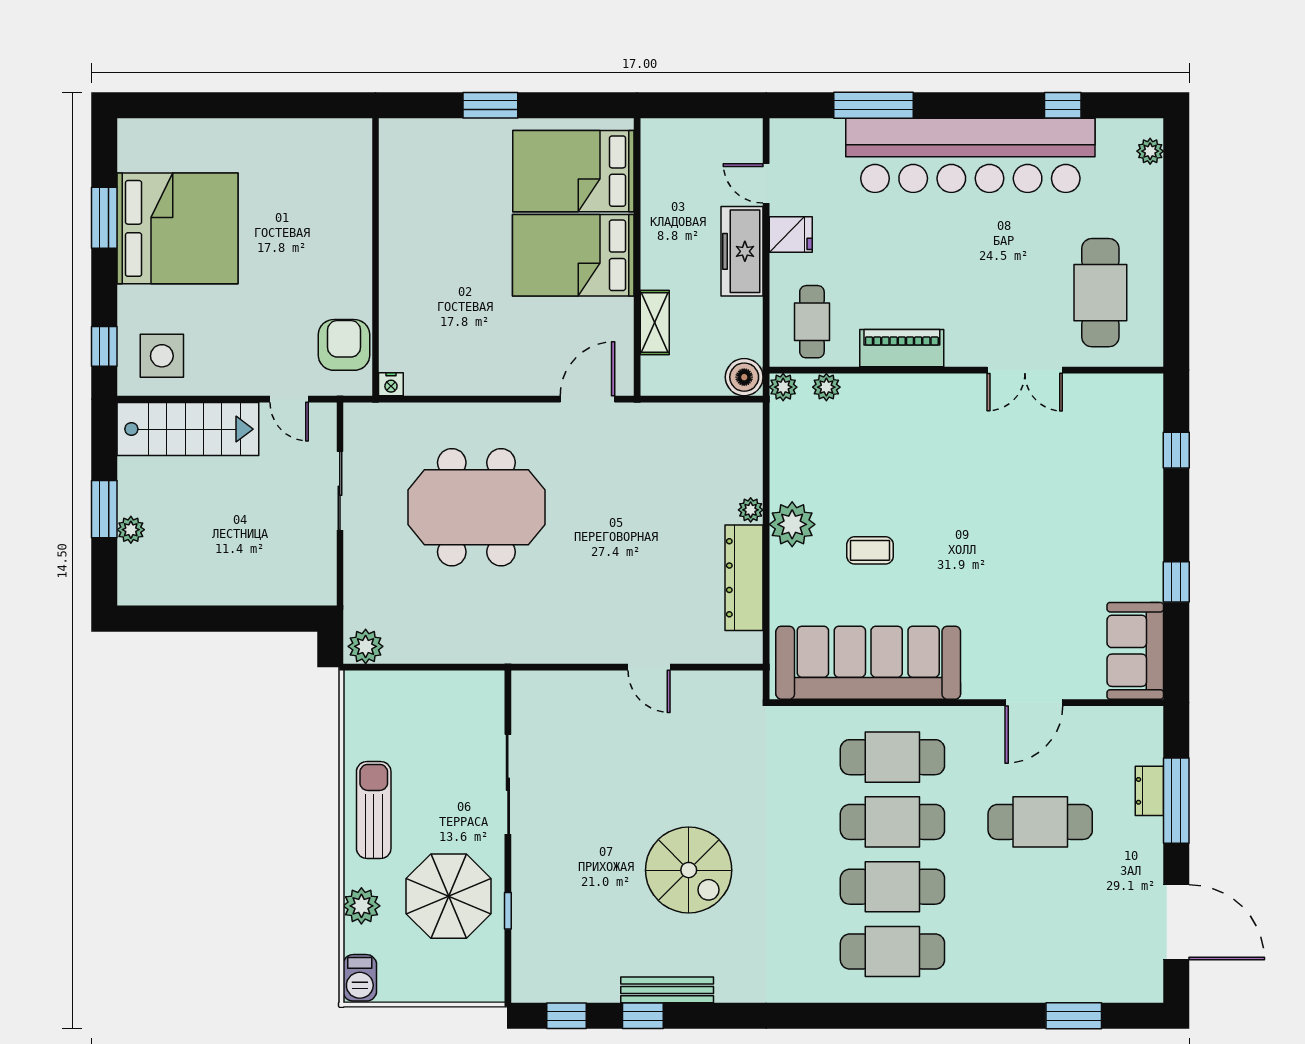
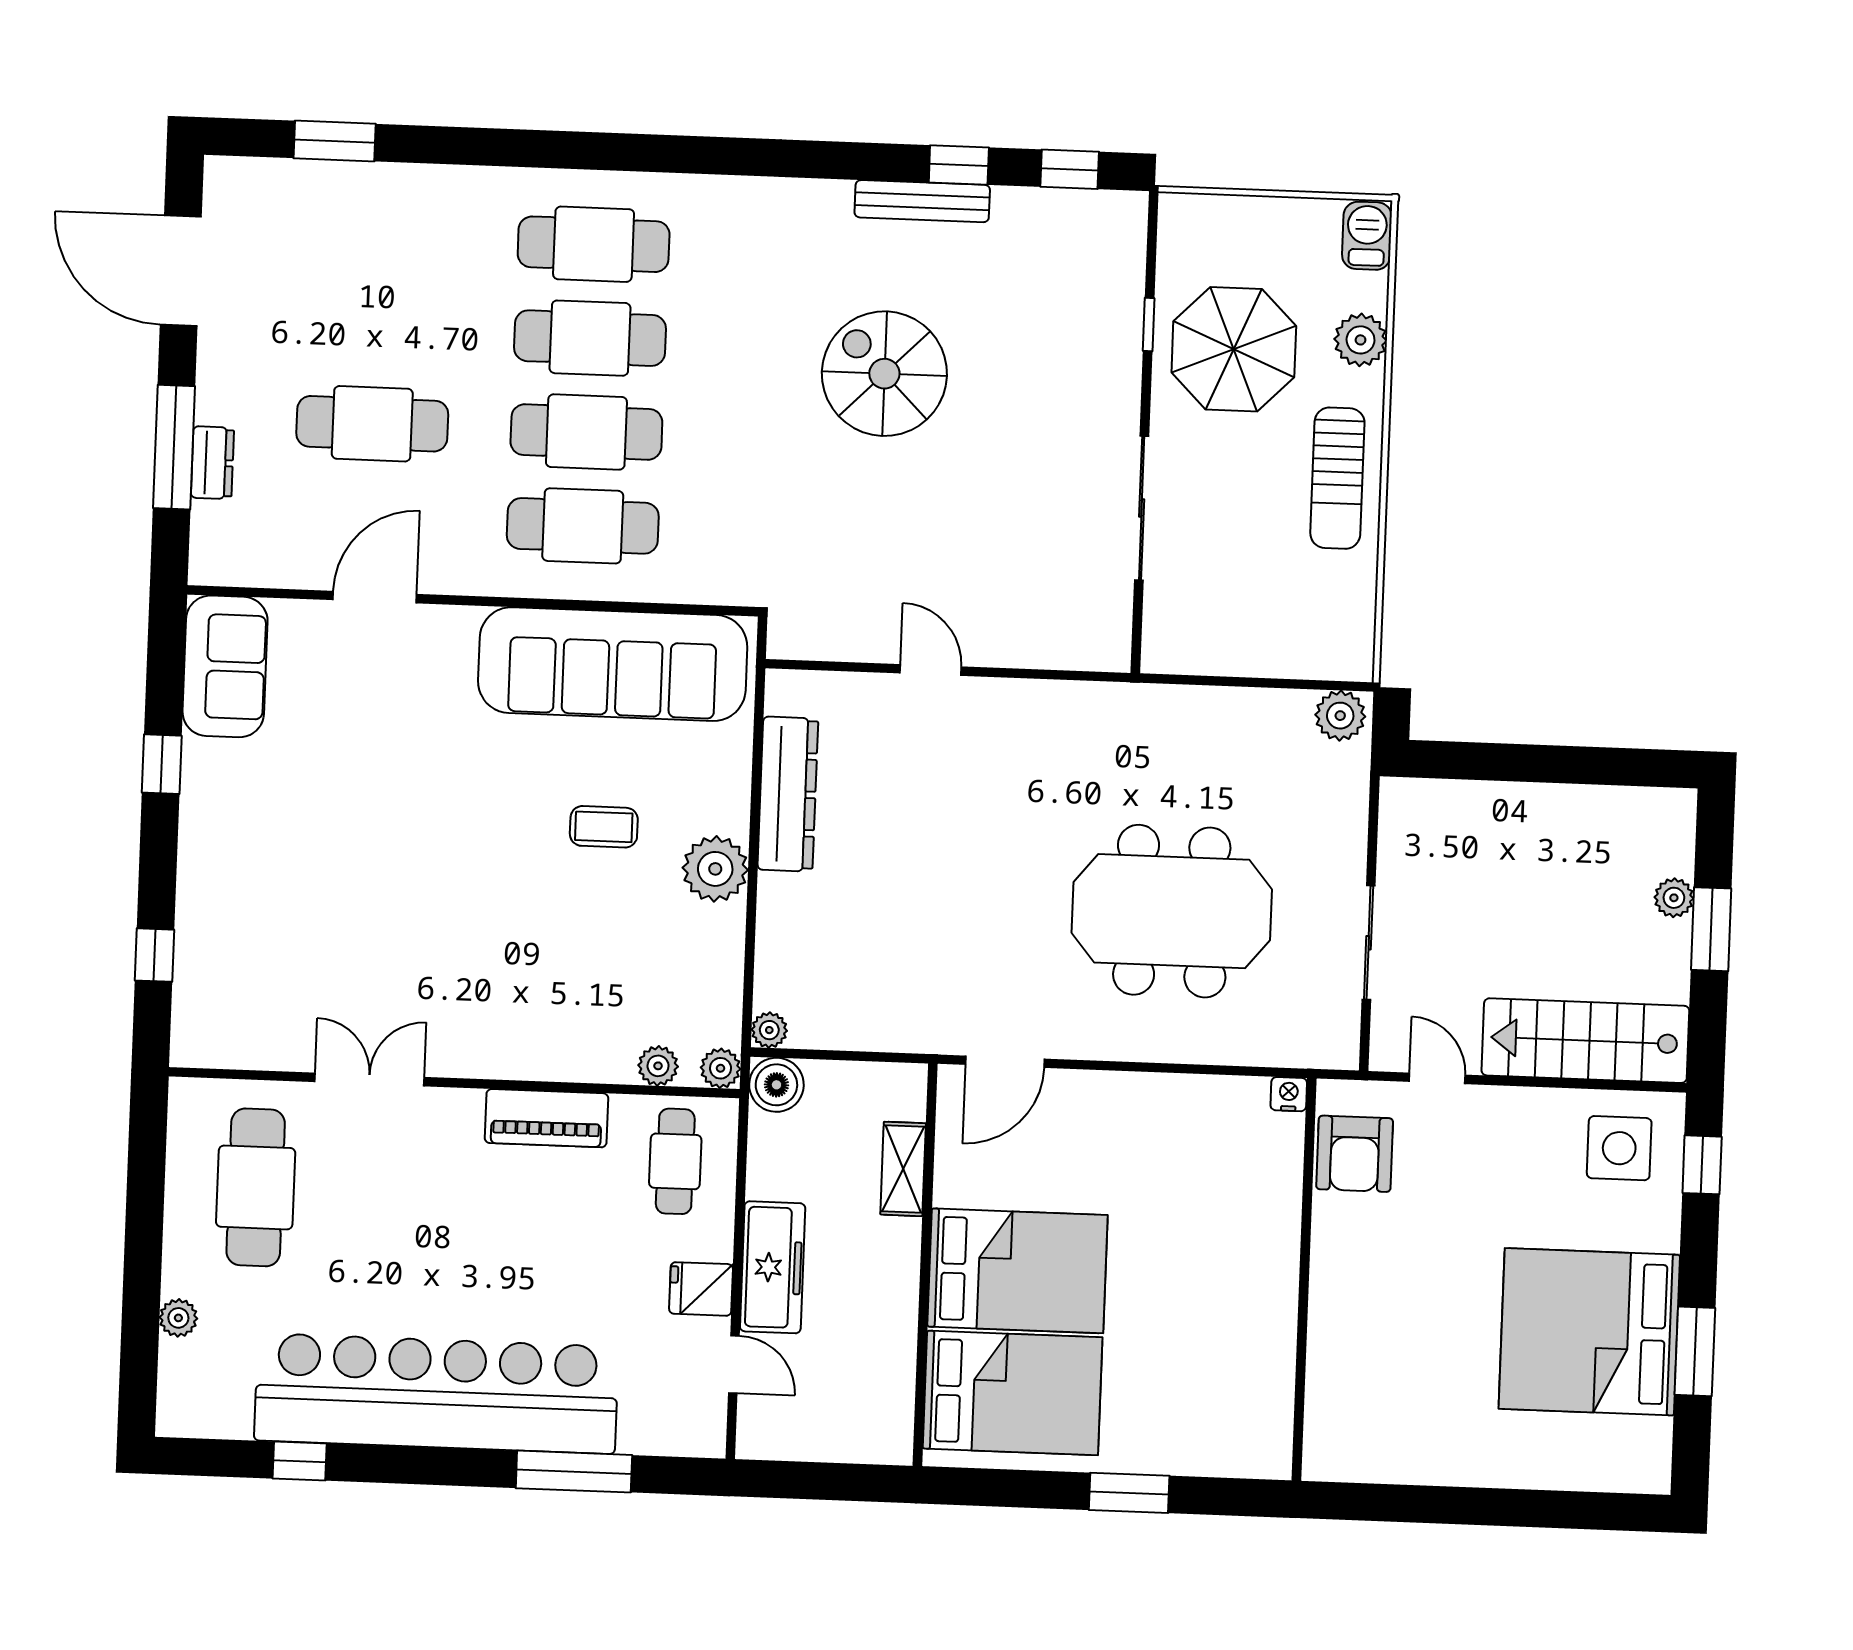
plant: (1150, 151) -> (178, 1318), moved
plant: (751, 510) -> (769, 1030), moved

